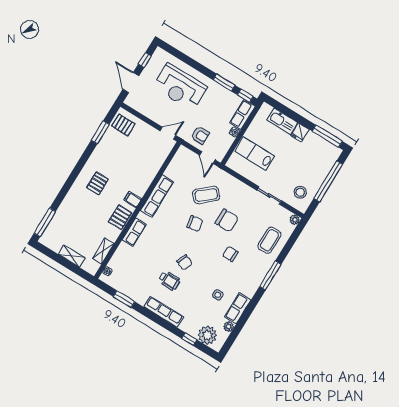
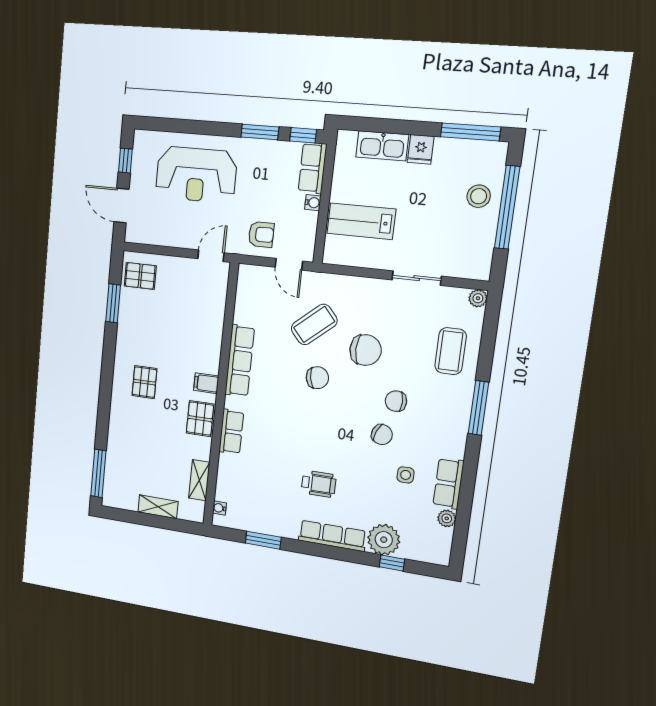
stool: (300, 192) -> (479, 196), moved
chair: (184, 262) -> (382, 435), moved
plant: (207, 335) -> (384, 540), moved

